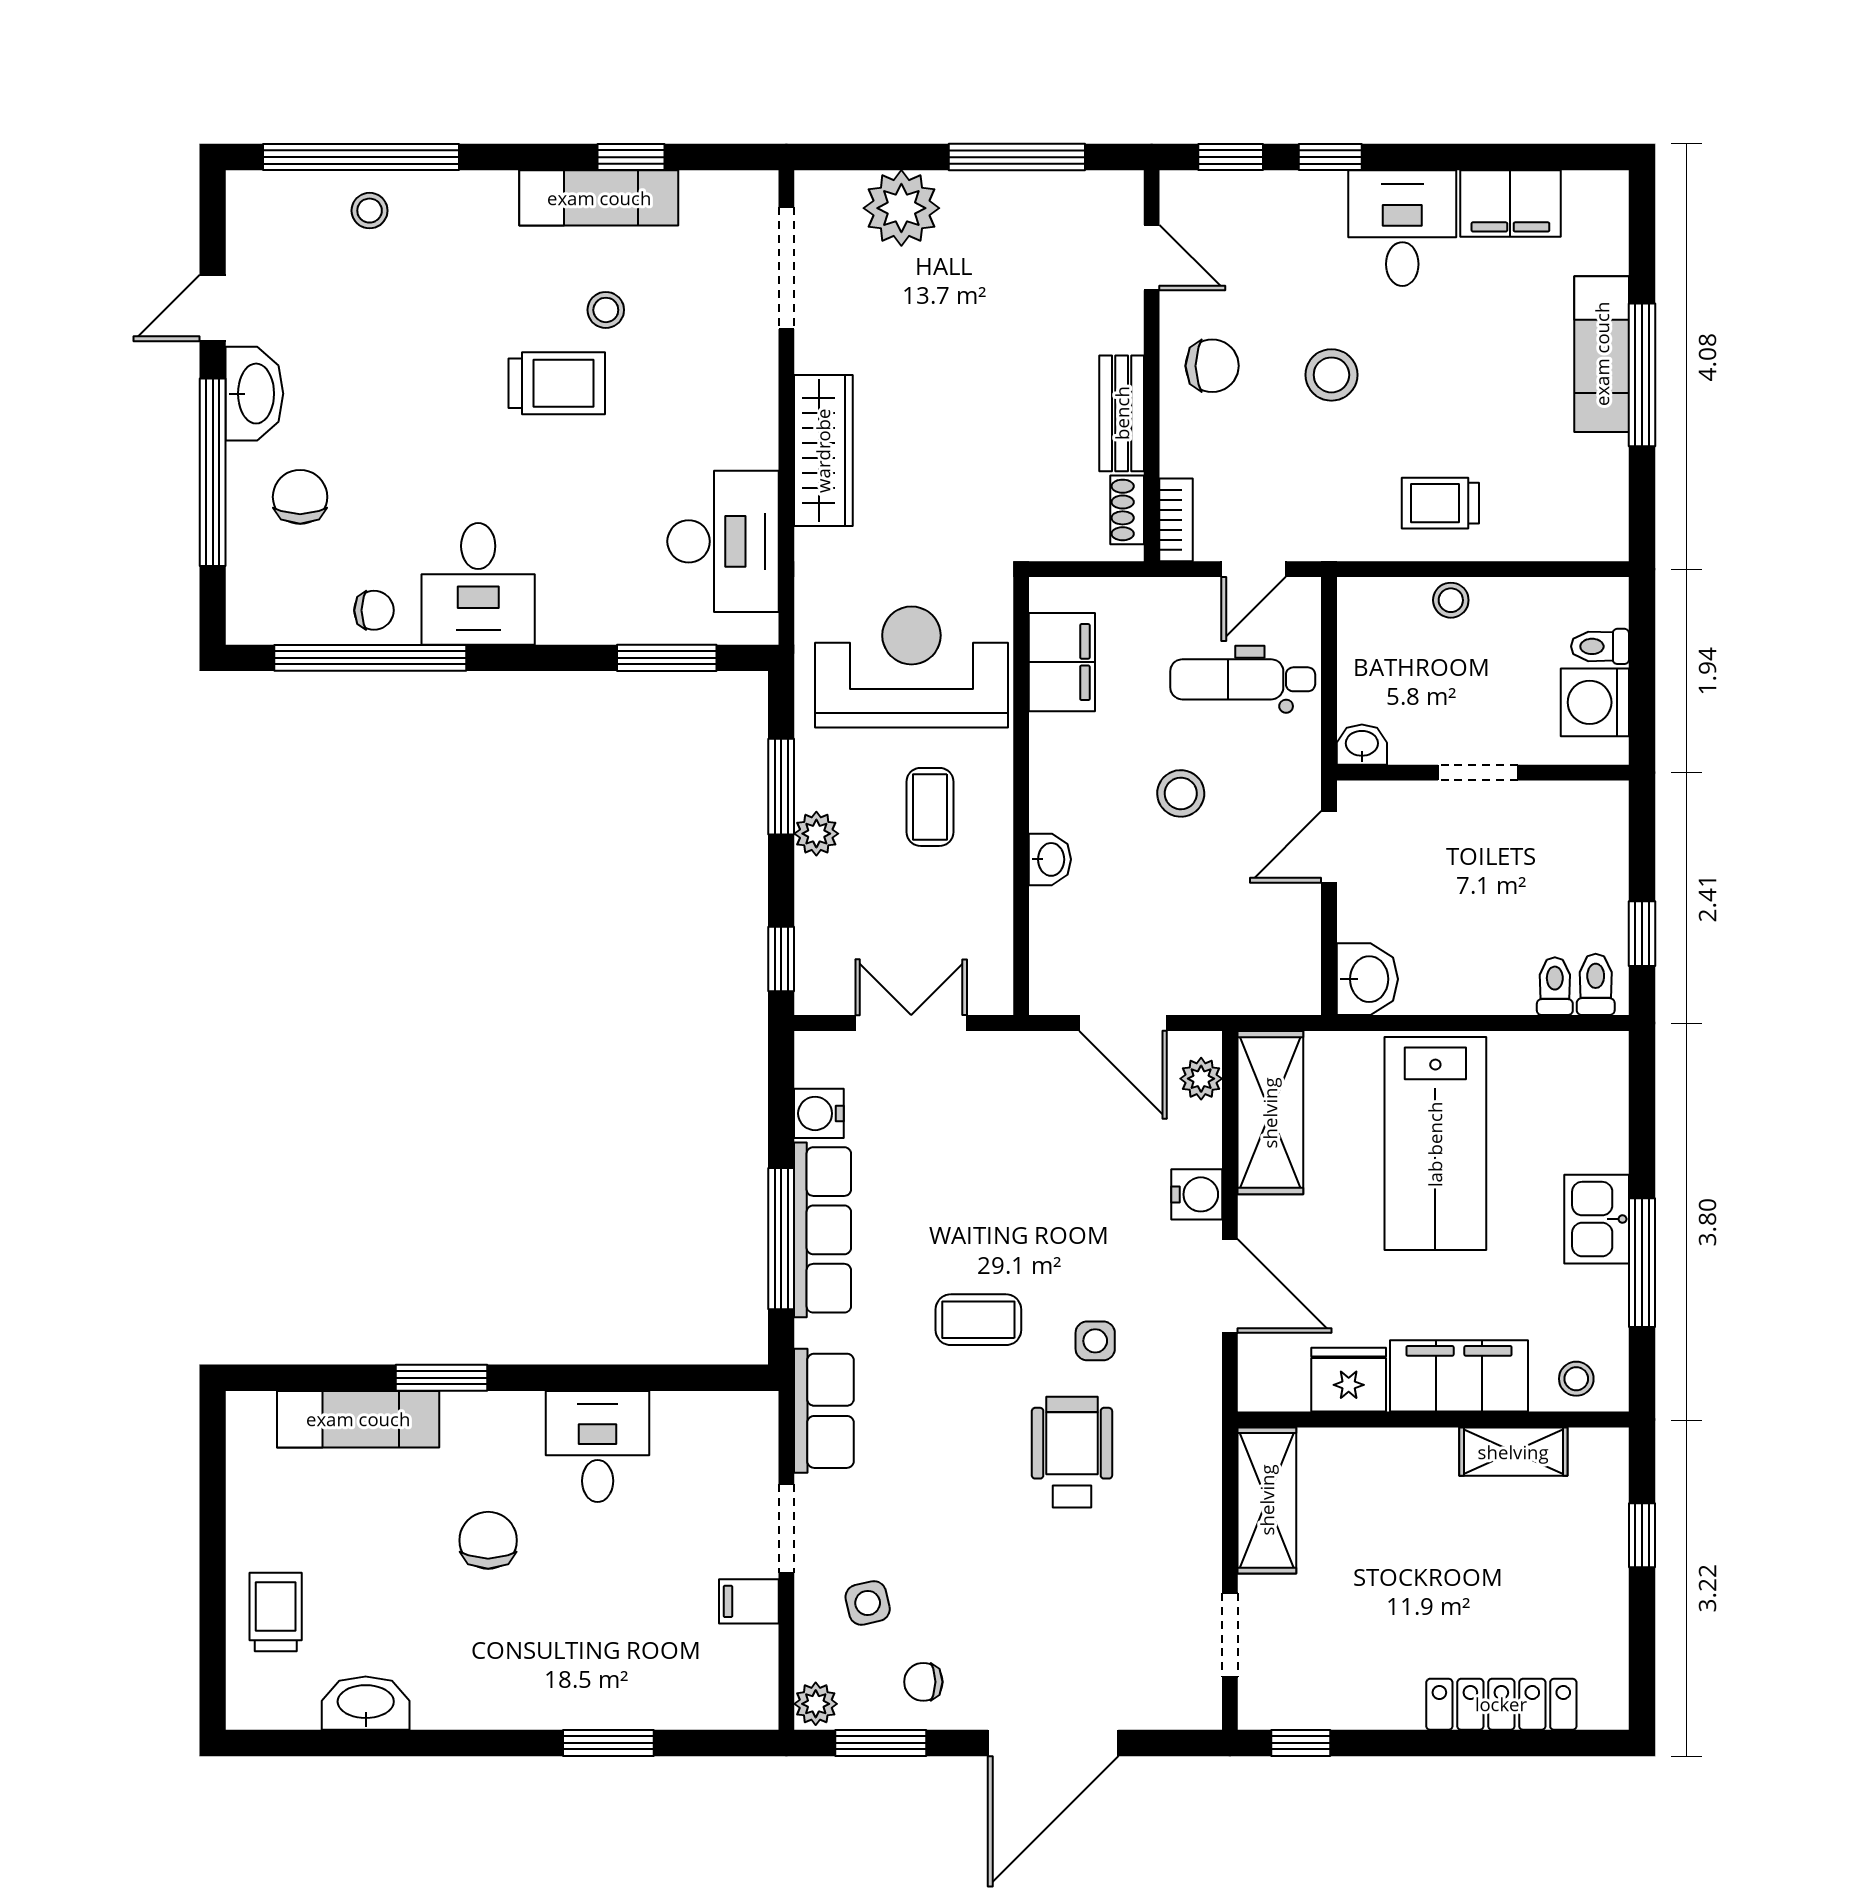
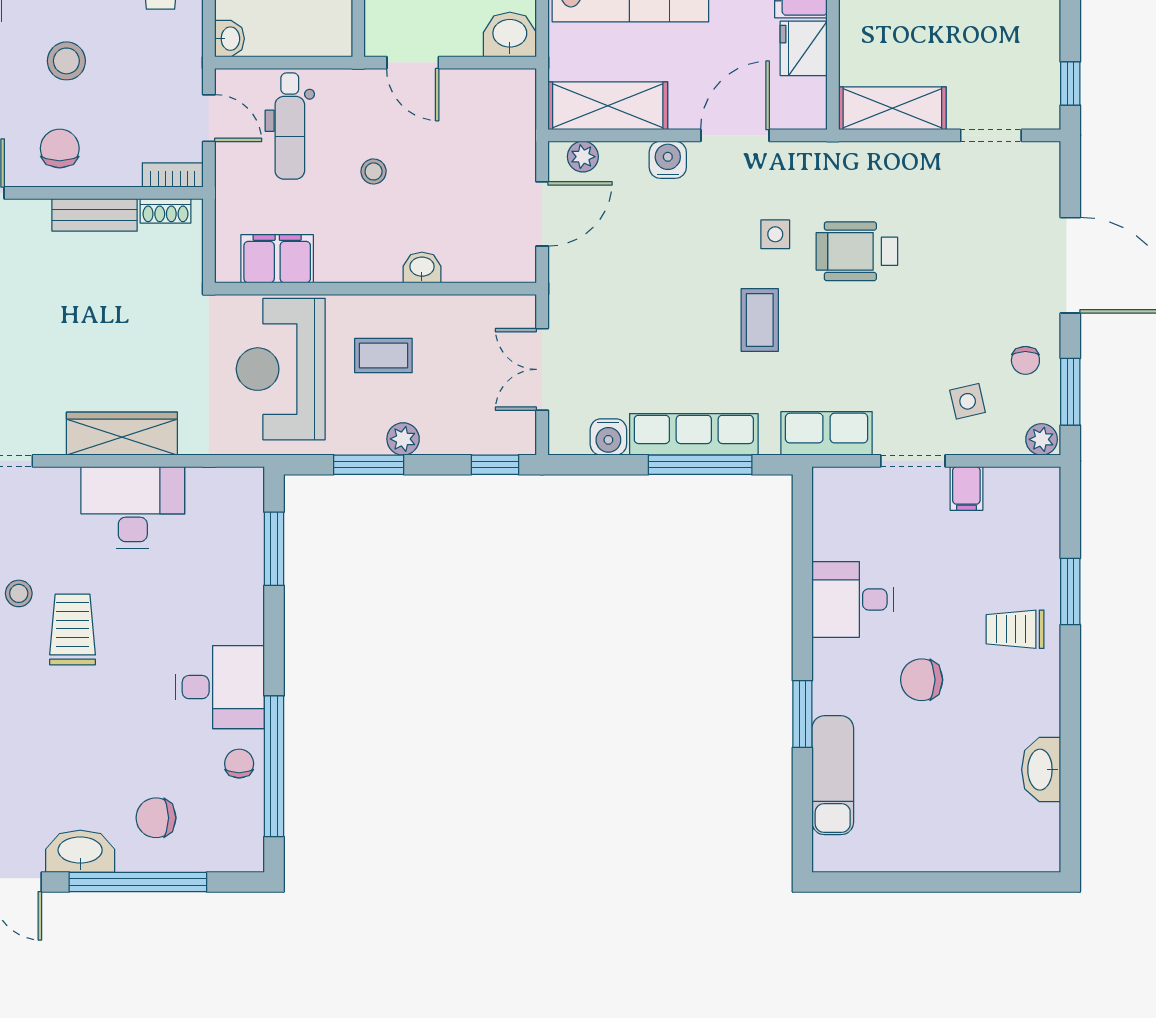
desk: (723, 541) -> (133, 507), moved
washbasin: (1362, 745) -> (230, 39), moved, turned 180
stool: (1181, 793) -> (374, 171), width x0.73, depth x0.73
trolley: (276, 1612) -> (1015, 629), moved

